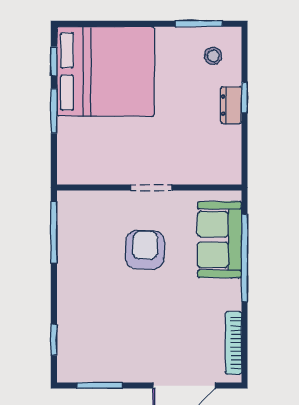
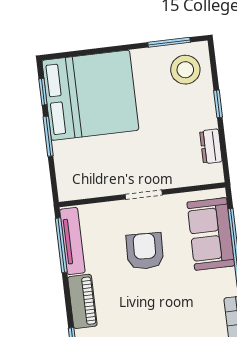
stool: (213, 56) -> (185, 70), width x1.89, depth x1.89
dresser: (231, 105) -> (211, 146), moved
tv unit: (67, 229) -> (72, 241), added
piano: (70, 297) -> (82, 301), added

